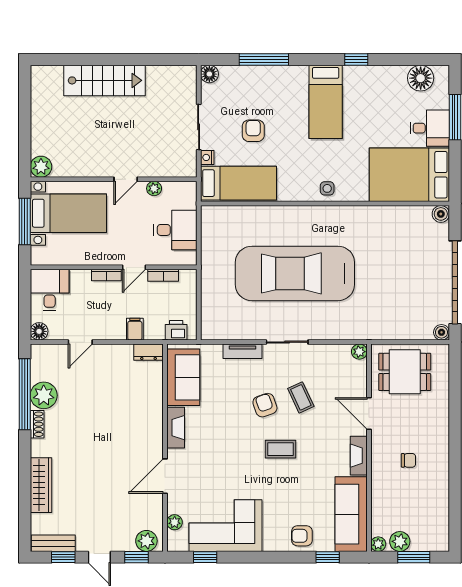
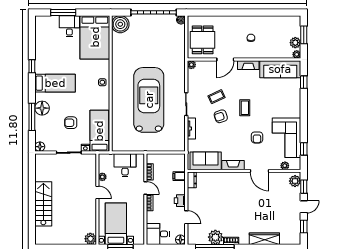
floor lamp: (421, 78) -> (42, 108), moved
boiler: (441, 214) -> (120, 24), width x1.86, depth x1.86
car: (295, 273) -> (149, 100), turned 180
filing cabinet: (135, 329) -> (179, 176), moved
printer: (176, 330) -> (180, 201), moved
armchair: (302, 536) -> (257, 137), moved
bench: (53, 543) -> (296, 232), removed

